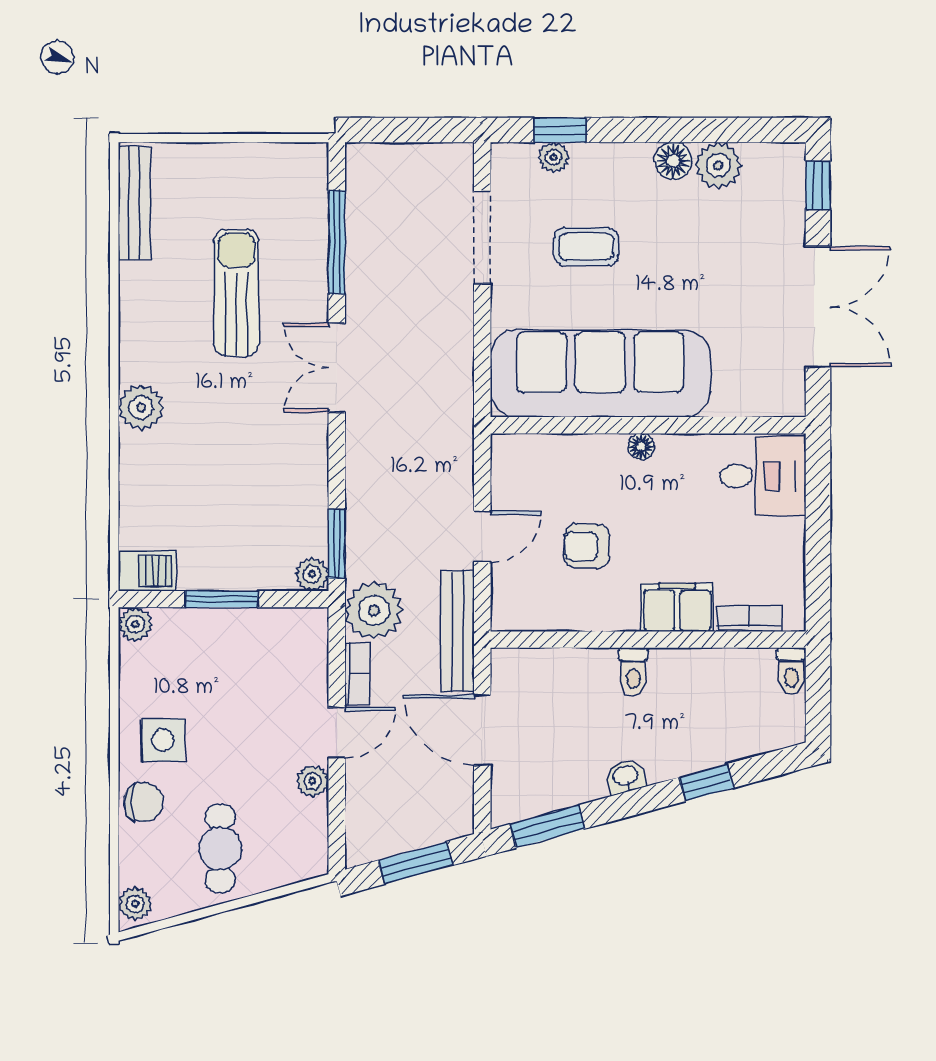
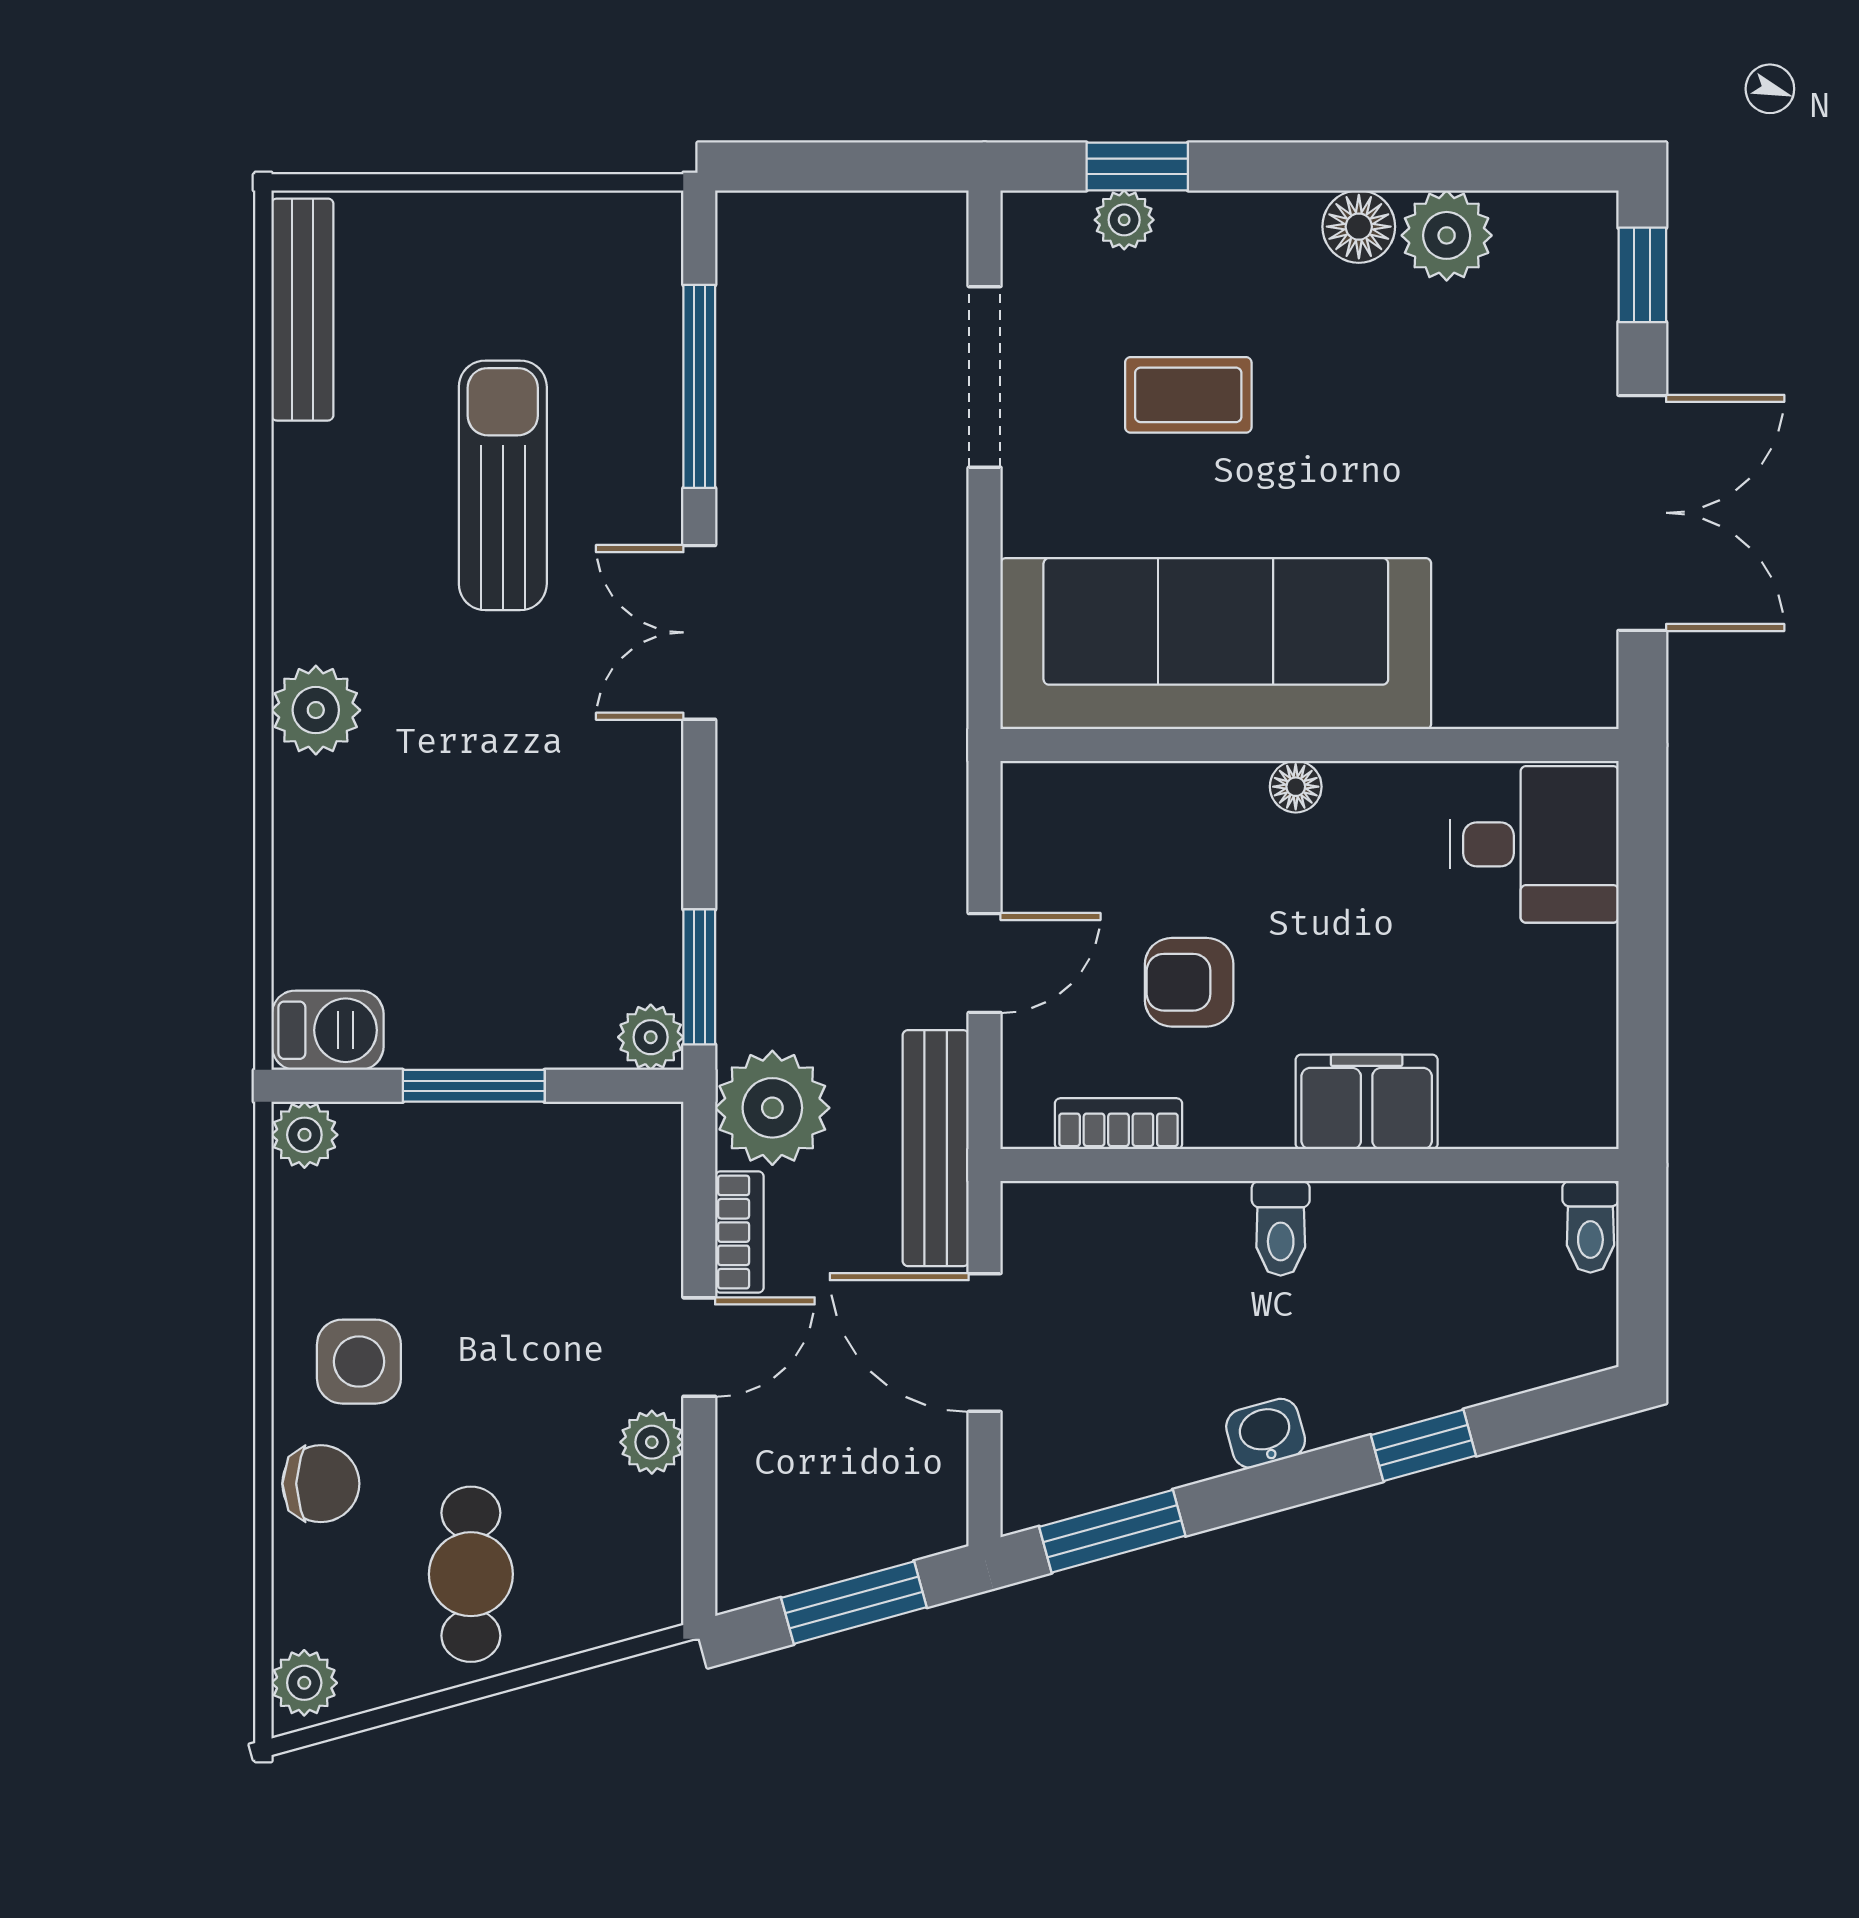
bookcase: (749, 618) -> (1118, 1124), moved

